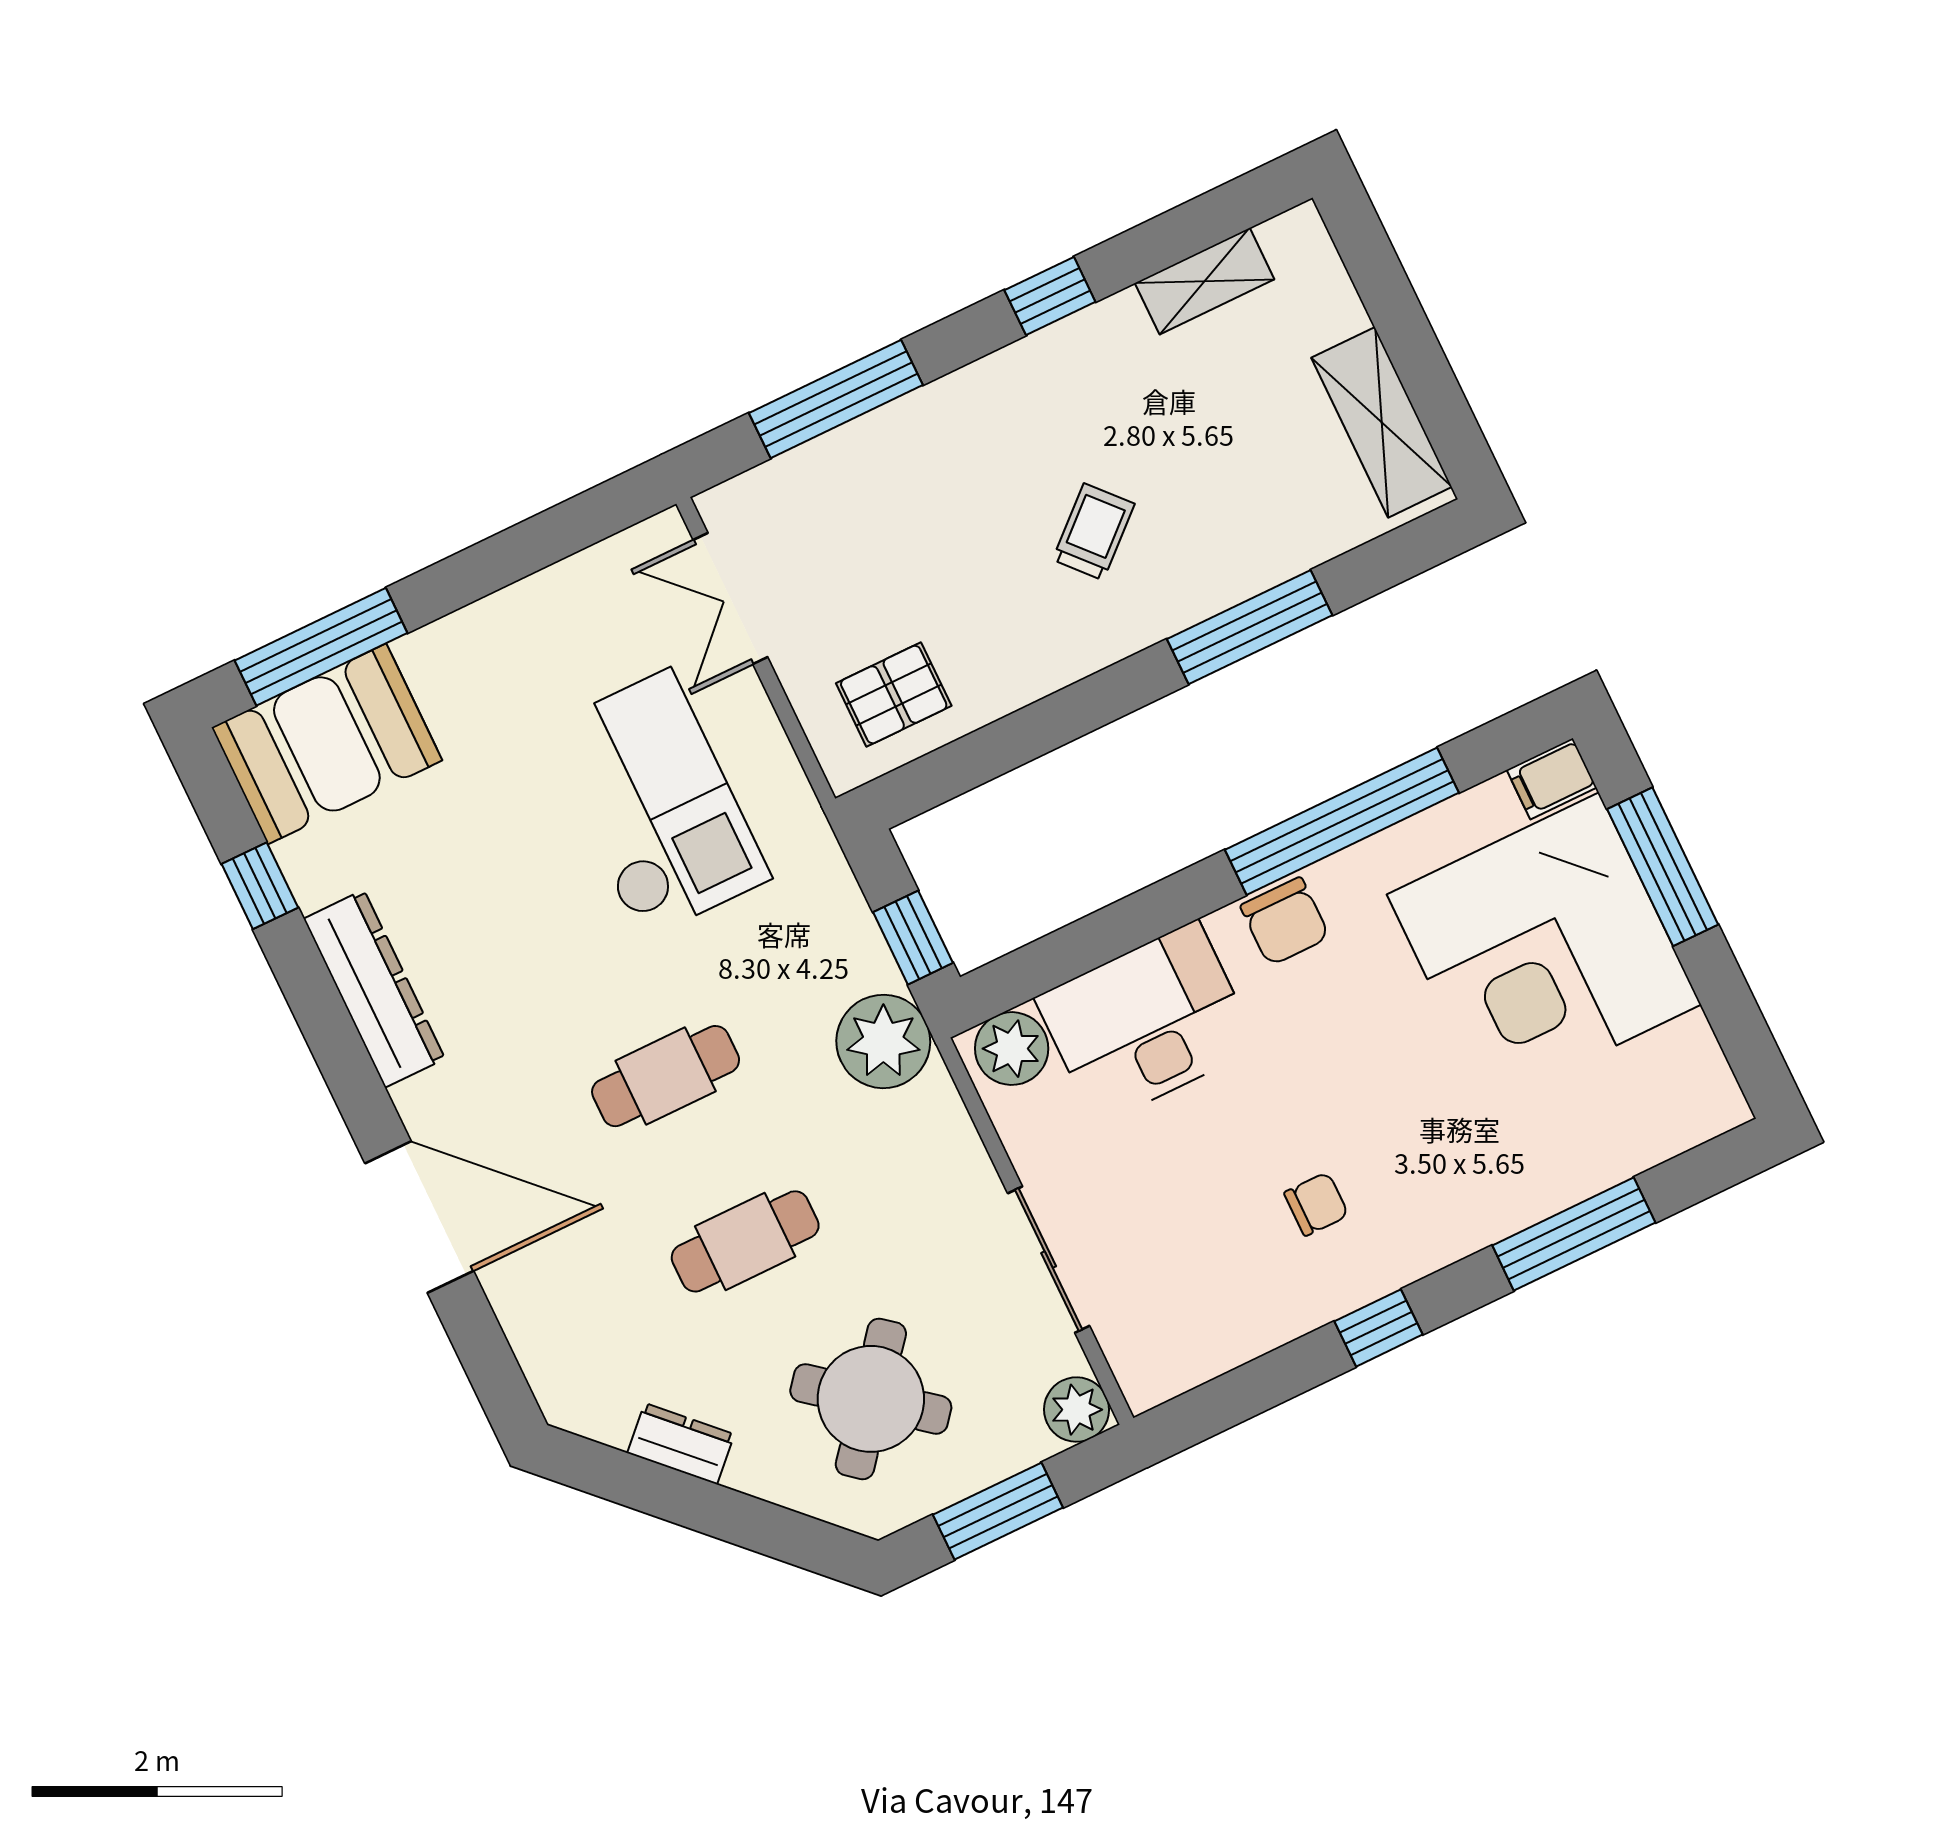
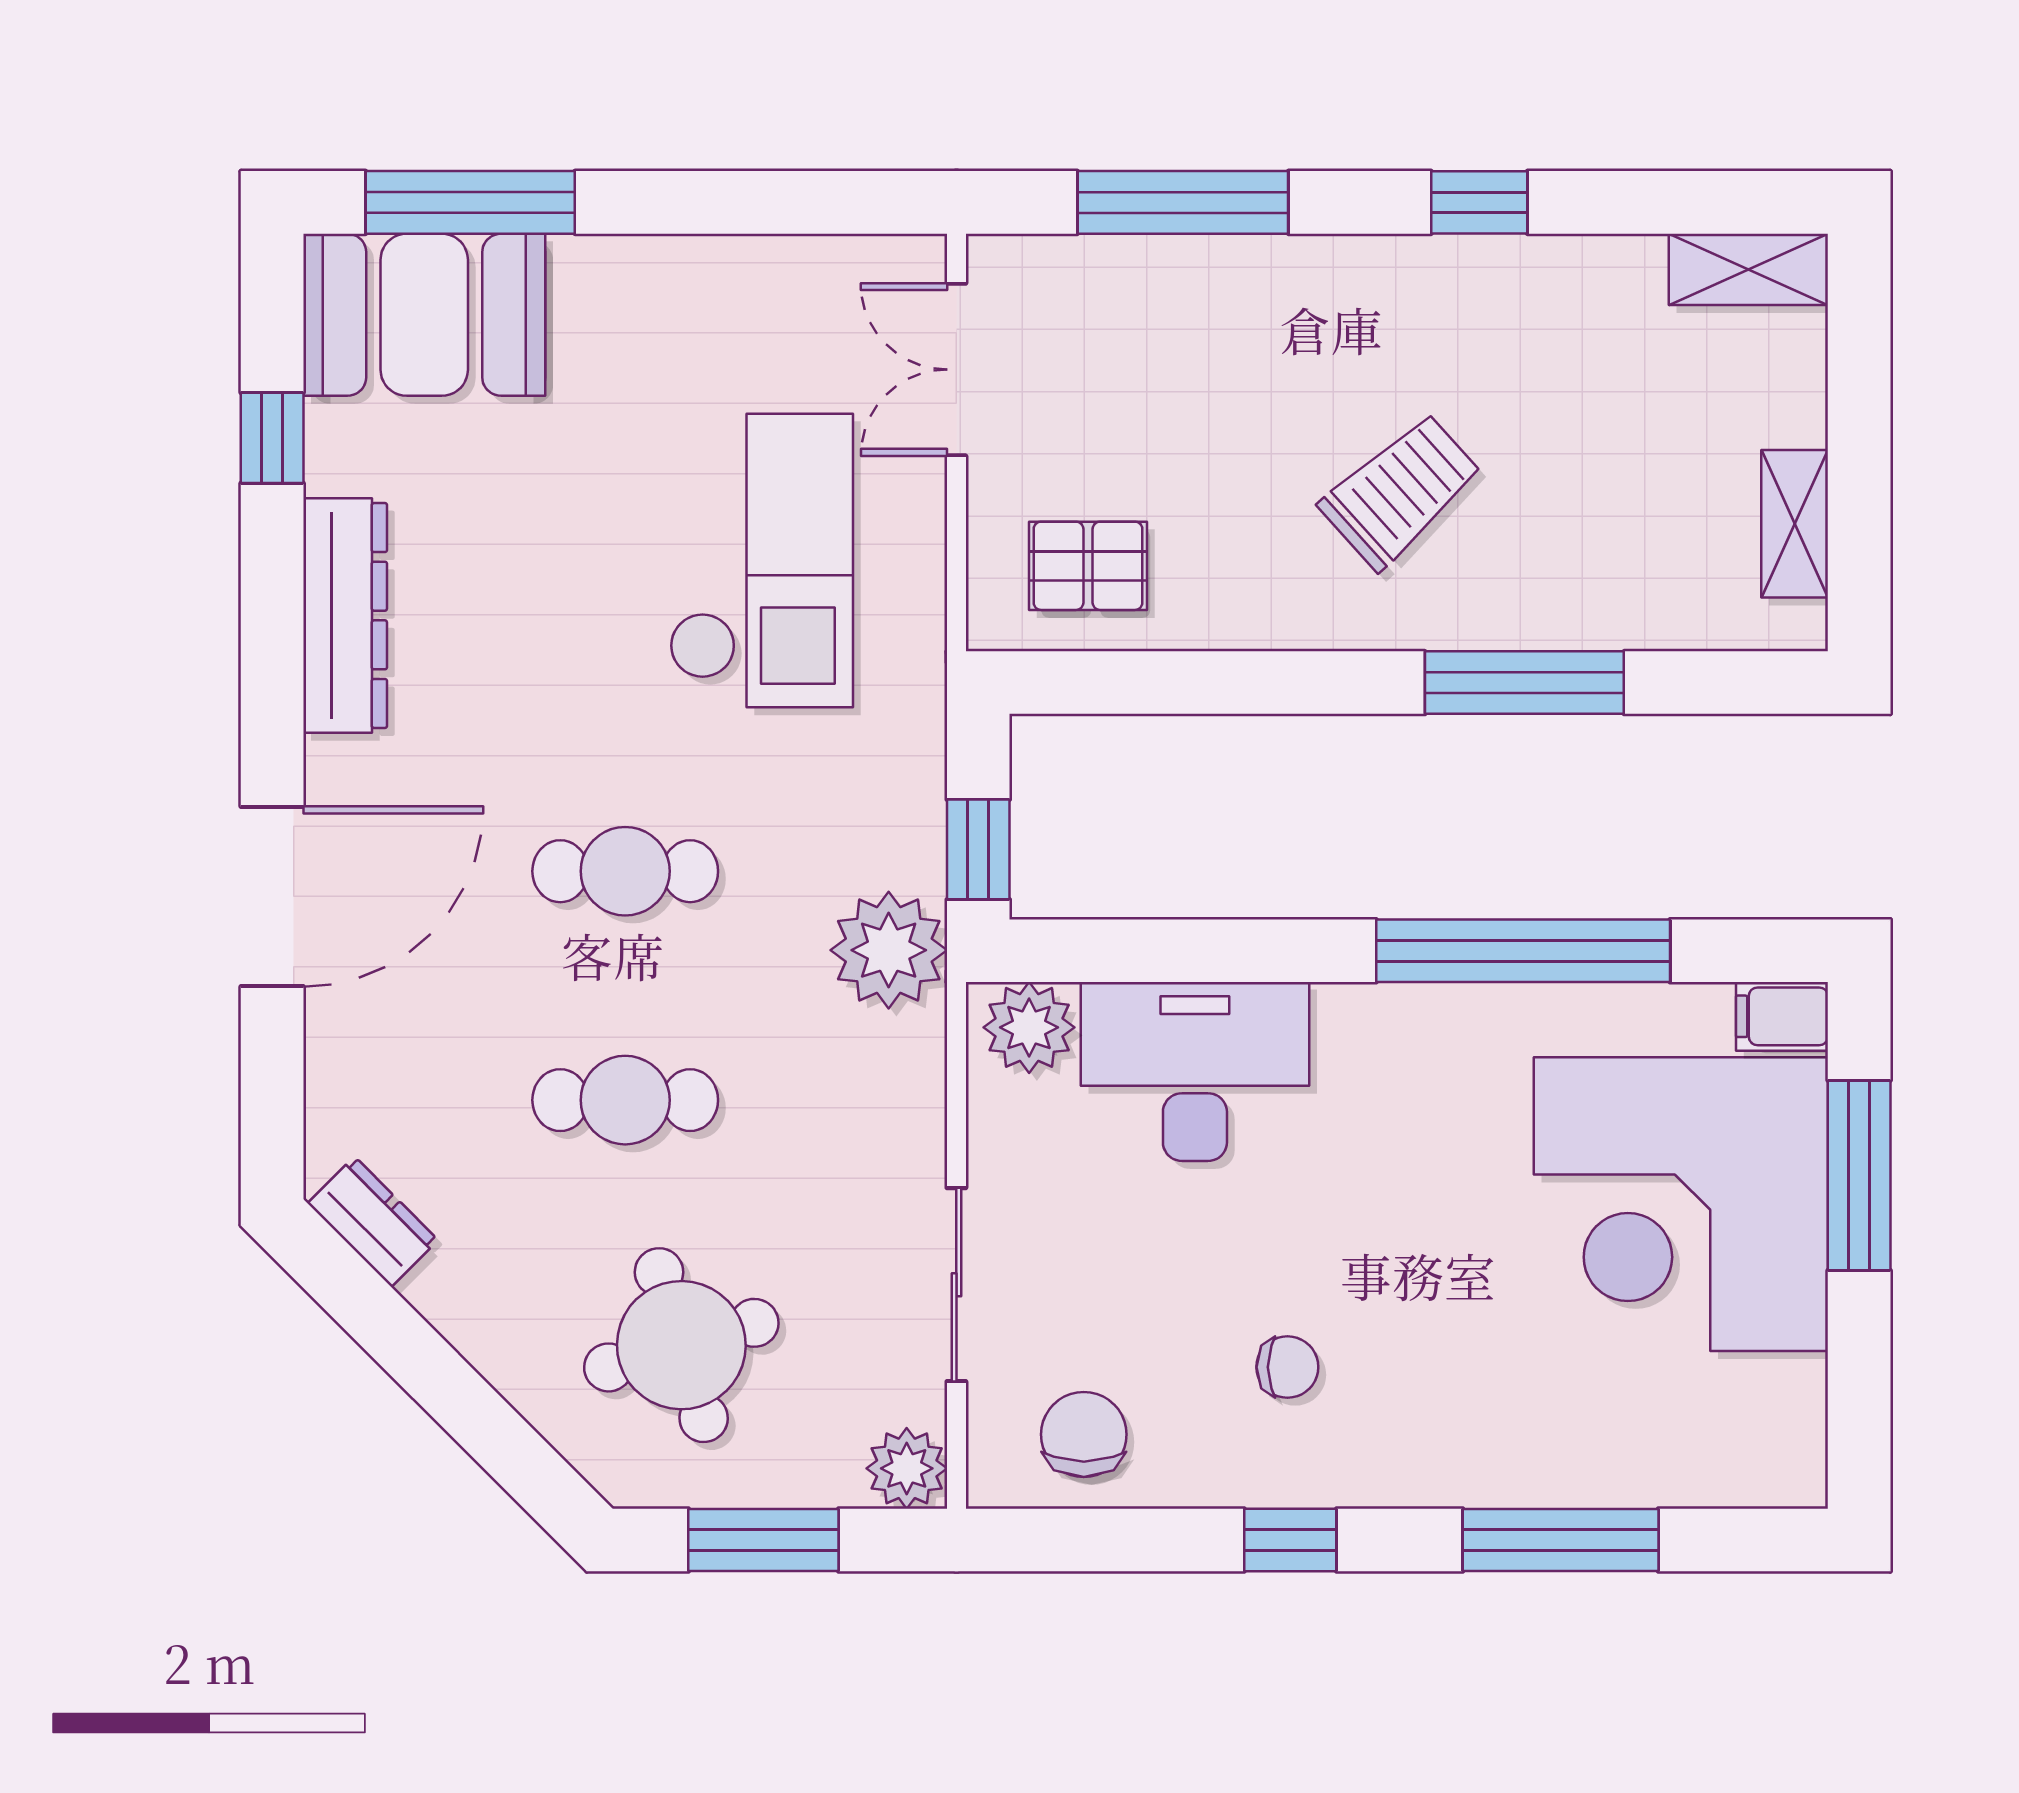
shelving: (1205, 281) -> (1748, 269), moved
shelving: (1382, 422) -> (1795, 524), width x0.67, depth x0.75
trolley: (1094, 532) -> (1401, 491), width x1.36, depth x1.39
chair: (1285, 921) -> (1084, 1434), moved, turned 180
door: (419, 1217) -> (272, 896), hinge flipped
round table: (871, 1399) -> (681, 1345), turned 34
dresser: (681, 1444) -> (373, 1222), moved

